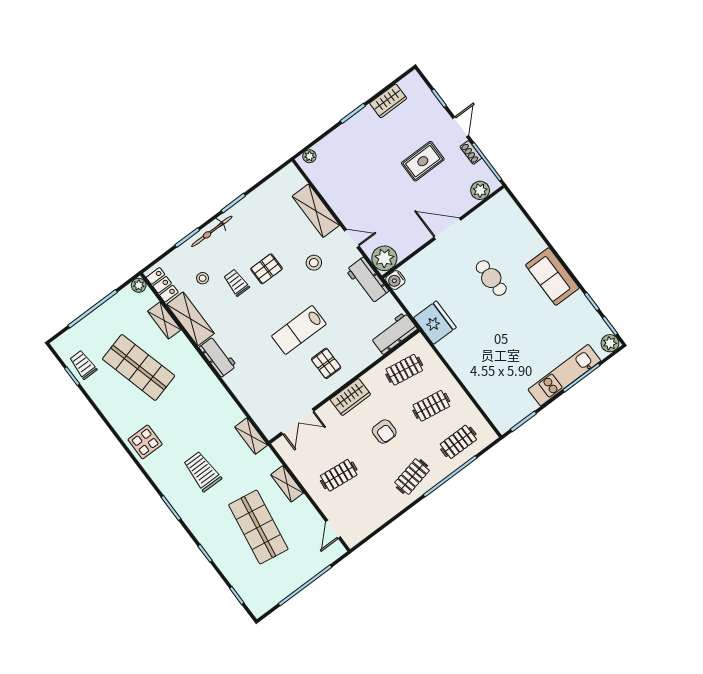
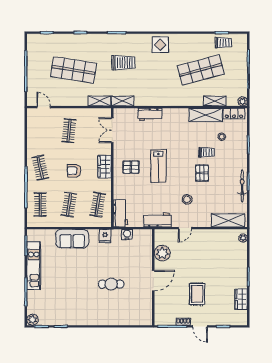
plant: (480, 190) -> (160, 312), removed
shelving: (316, 211) -> (228, 220), moved
bicycle: (212, 231) -> (242, 186), moved
plant: (384, 258) -> (162, 253), moved
sofa: (552, 277) -> (72, 239), moved, turned 180
water cooler: (395, 280) -> (127, 234), moved
fridge: (435, 323) -> (105, 236), width x0.53, depth x0.75
lab bench: (299, 330) -> (158, 166), turned 180
workbench: (218, 357) -> (150, 114), moved
kitchen unit: (564, 375) -> (34, 266), moved
shelving: (287, 484) -> (100, 101), moved

